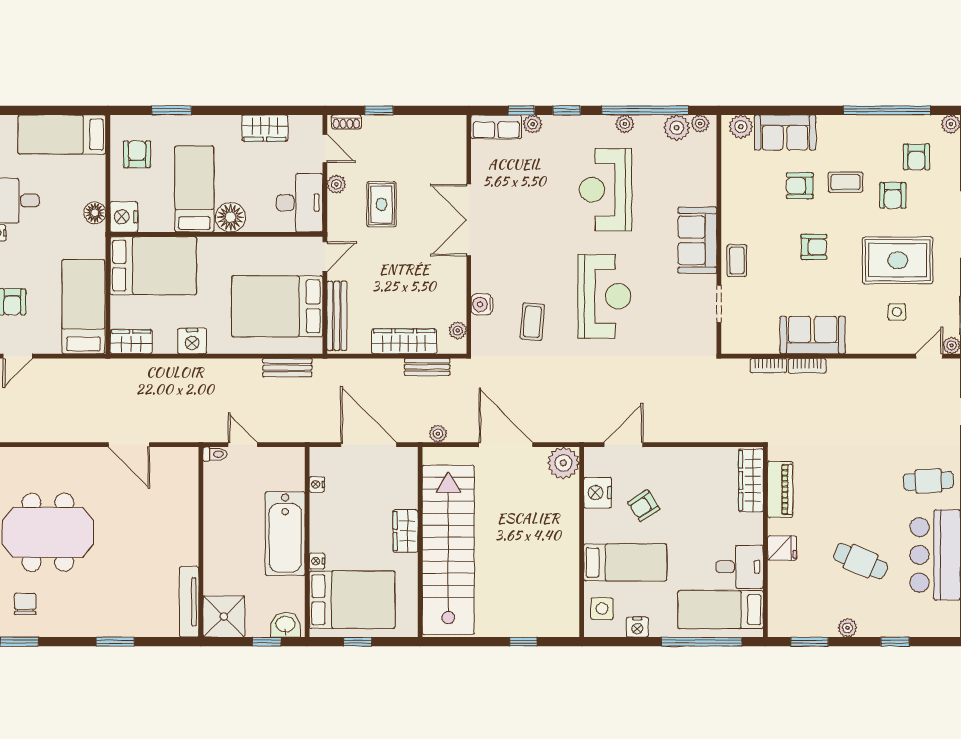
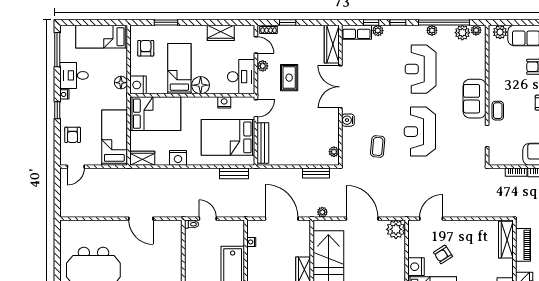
nightstand: (271, 247) -> (224, 102), added
reception desk: (604, 296) -> (420, 132), turned 180
water cooler: (482, 304) -> (348, 120), moved
wardrobe: (404, 341) -> (332, 44), moved, turned -90
nightstand: (598, 493) -> (416, 267), moved

